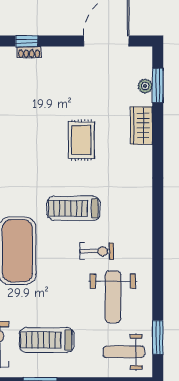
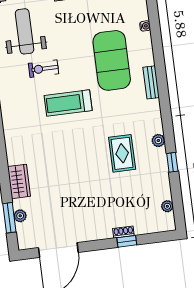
rug: (81, 140) -> (122, 153), moved
treadmill: (74, 208) -> (68, 103), turned 180

